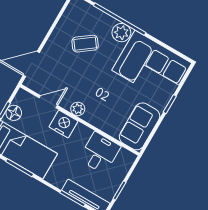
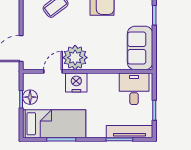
plant: (78, 109) -> (75, 58), width x1.87, depth x1.87
desk: (100, 153) -> (134, 89), moved

